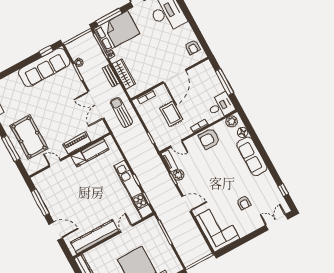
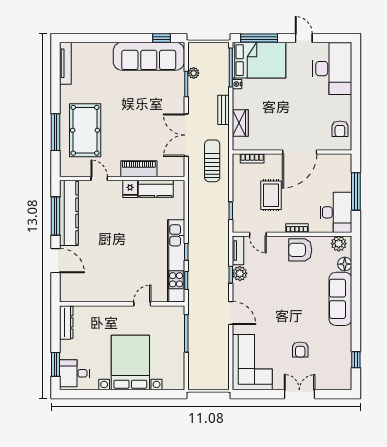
wardrobe: (124, 74) -> (240, 123), width x0.67
desk: (221, 106) -> (336, 212), width x1.37
double door: (277, 222) -> (299, 394), moved
kitchen counter: (95, 237) -> (69, 213), moved, turned 90

